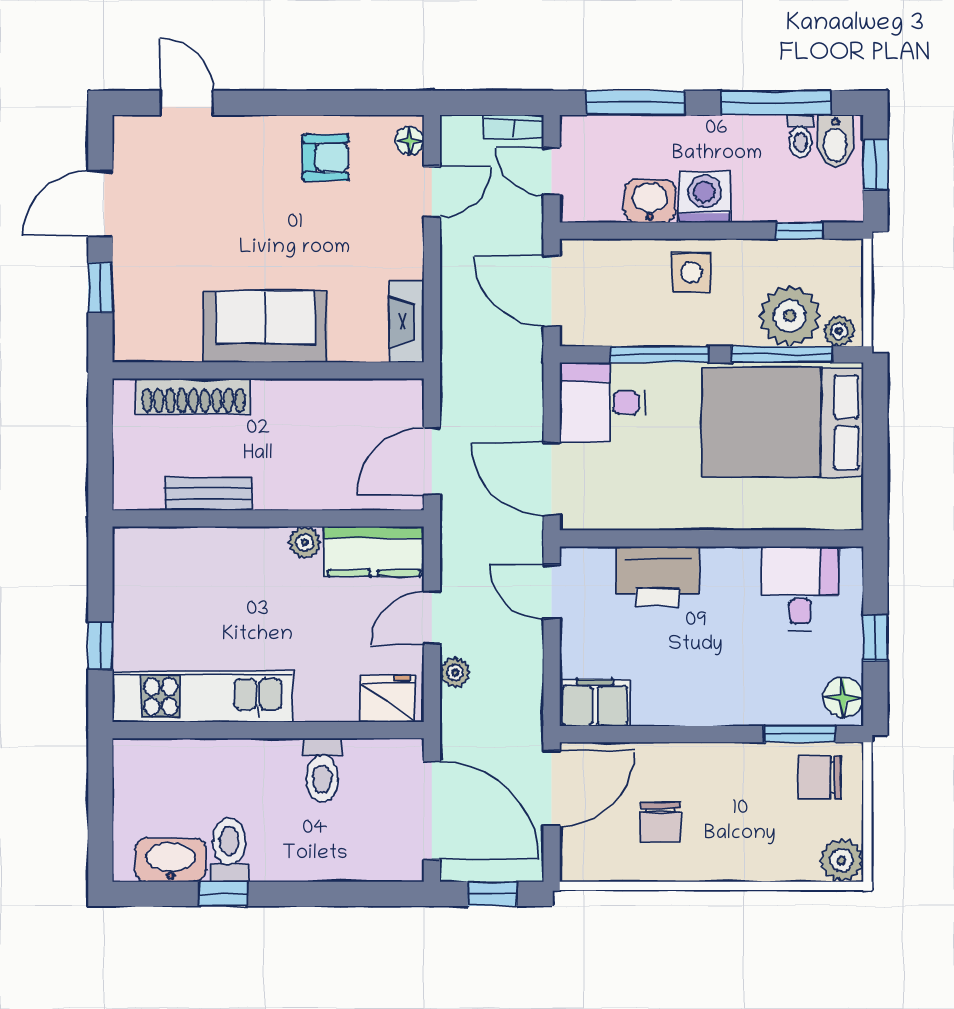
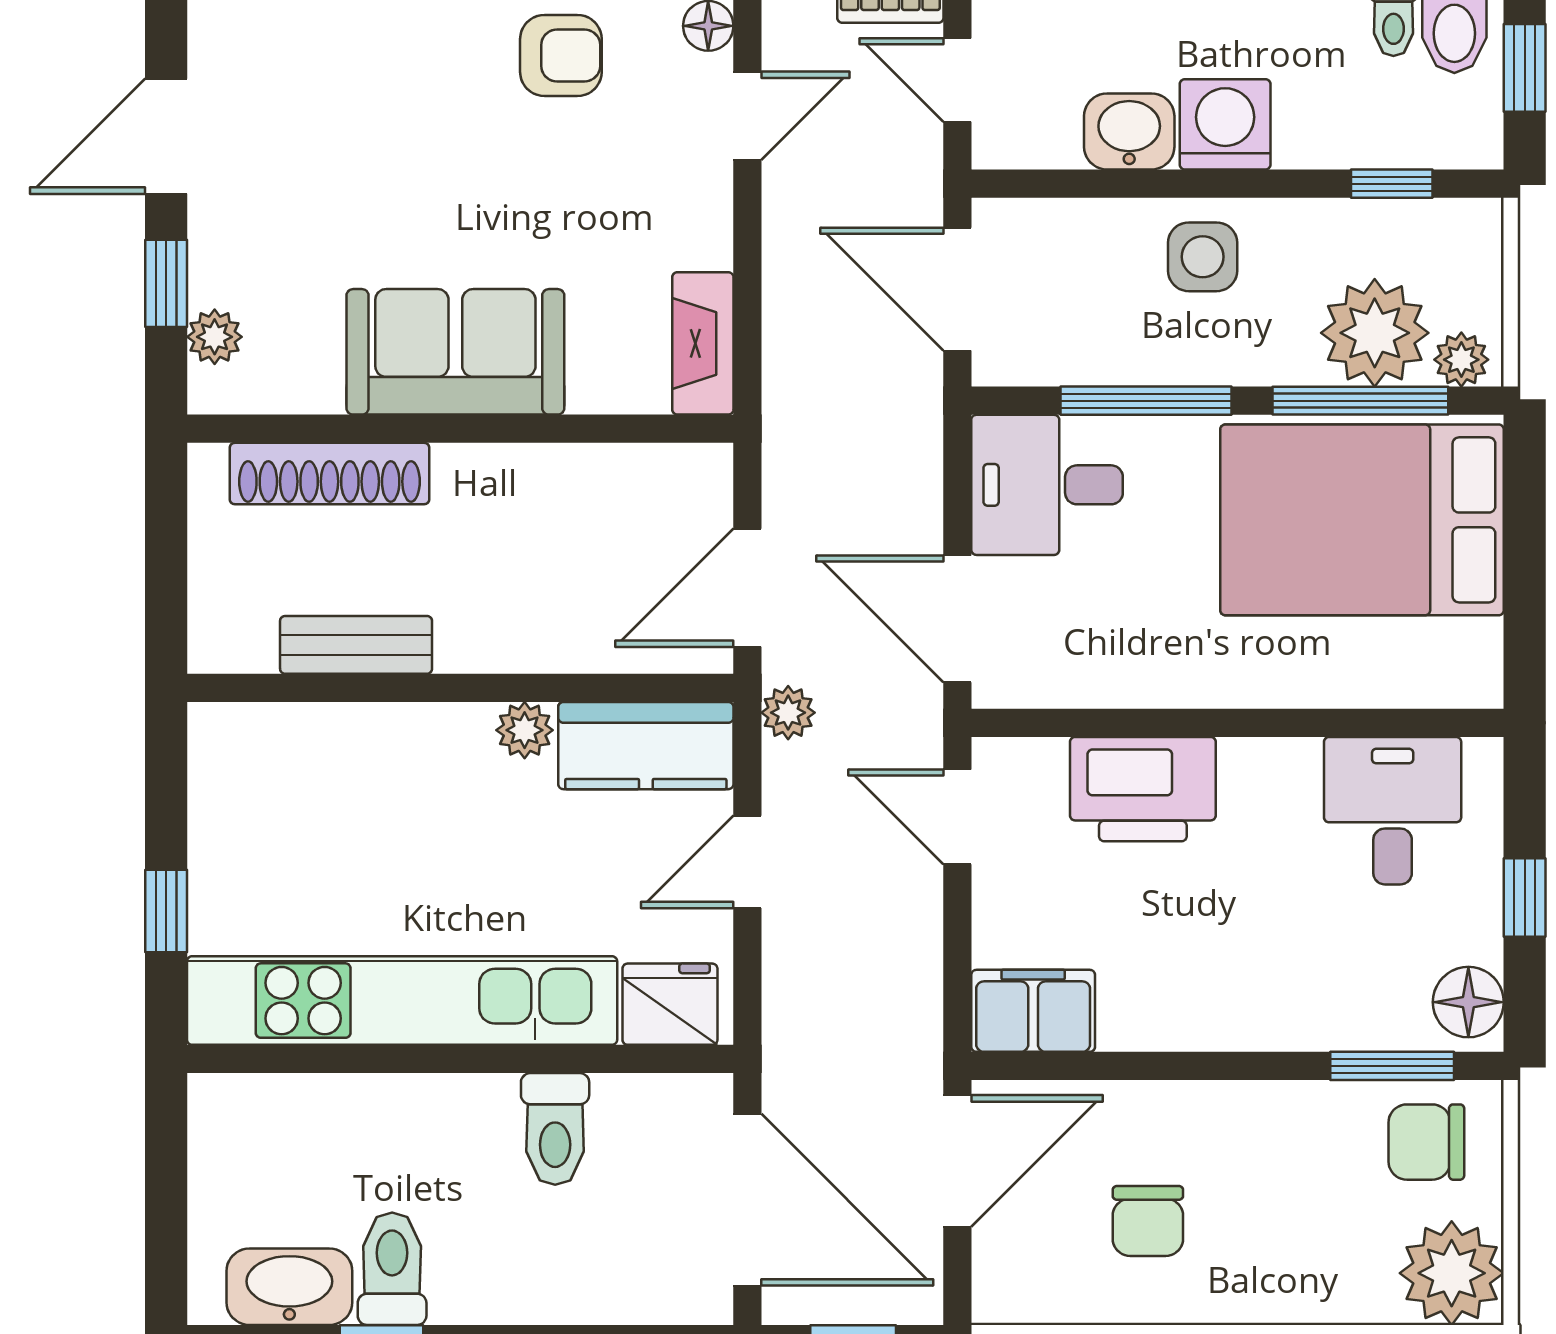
plant: (128, 318) -> (215, 337), added
plant: (455, 673) -> (788, 713), moved
kitchen unit: (202, 697) -> (402, 1001), width x1.36
plant: (842, 860) -> (1452, 1273), width x1.36, depth x1.36

